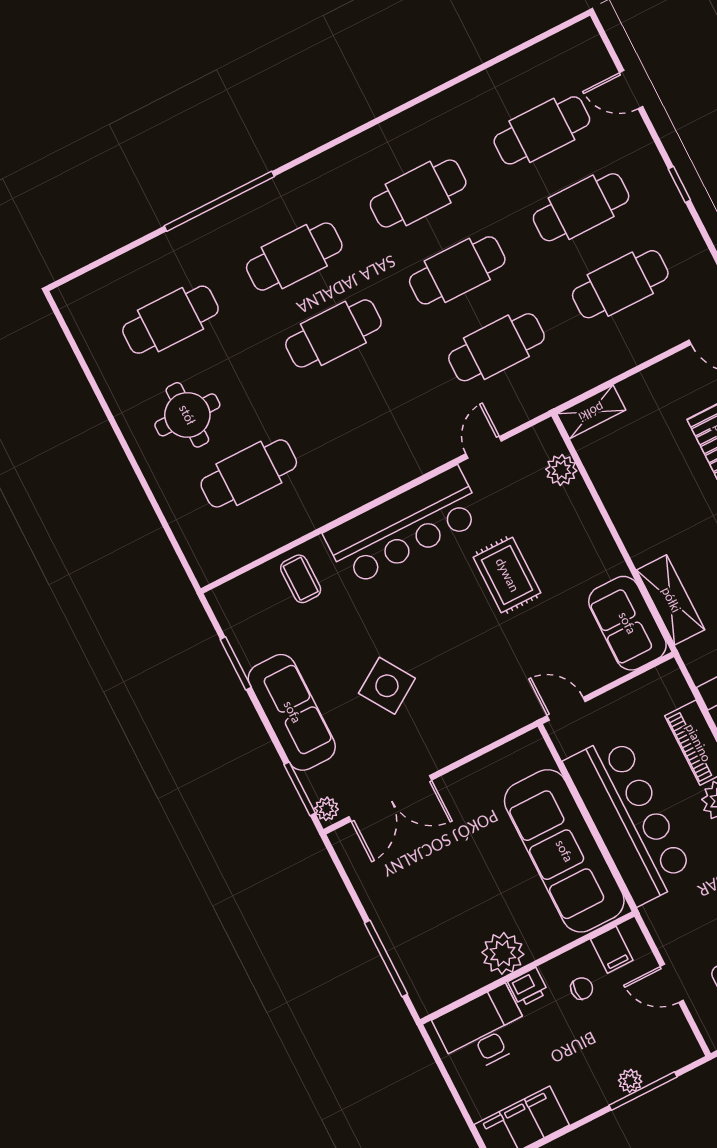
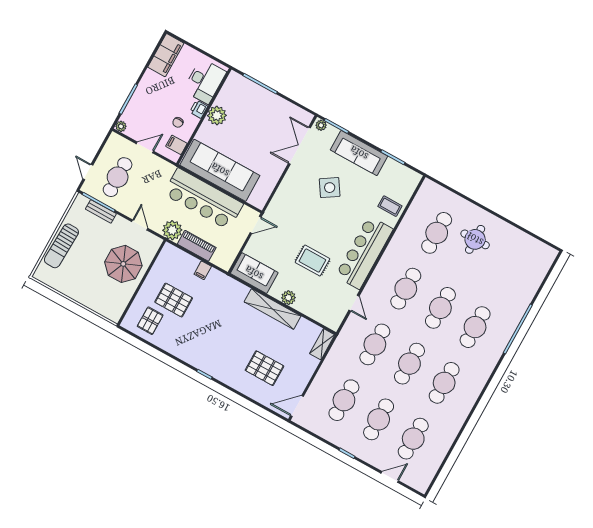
cafe table: (170, 320) -> (406, 289), moved
plant: (561, 470) -> (288, 298), moved
shelving: (671, 600) -> (273, 309), moved, width x1.47
plant: (630, 1081) -> (121, 126), moved

